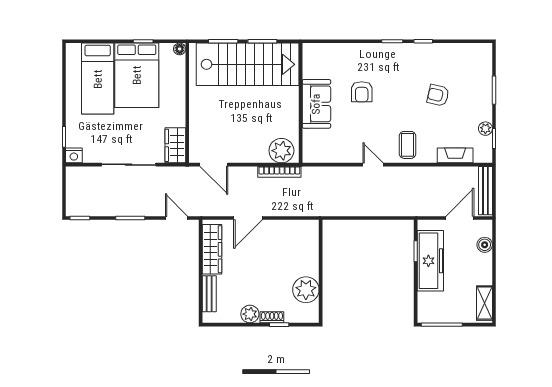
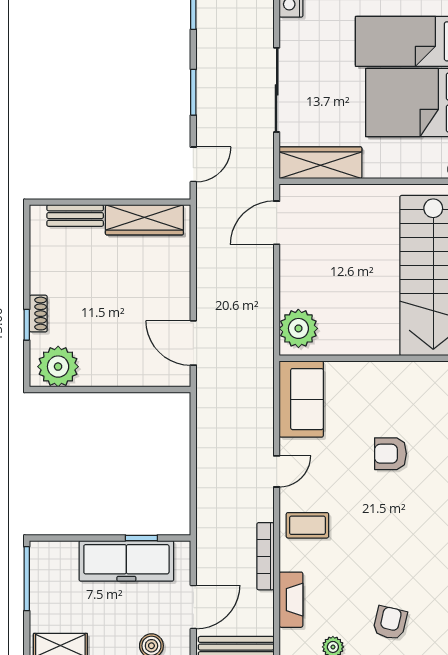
armchair: (438, 95) -> (390, 623), moved
sofa: (316, 104) -> (301, 399), moved, turned -90
wardrobe: (175, 145) -> (321, 163), width x1.50
bookcase: (279, 172) -> (265, 556), moved
door: (248, 218) -> (193, 343), moved
door: (460, 218) -> (193, 607), hinge flipped
plant: (306, 290) -> (58, 367), moved
plant: (250, 314) -> (43, 279), removed

